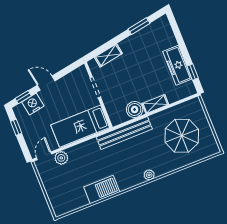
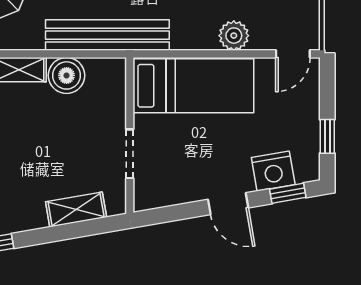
plant: (61, 158) -> (234, 36), moved

